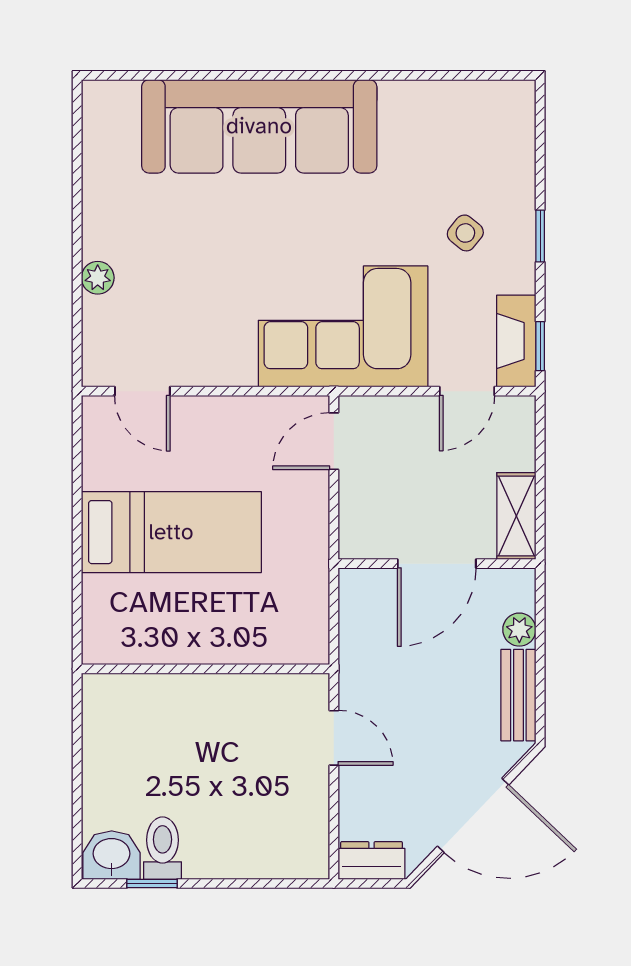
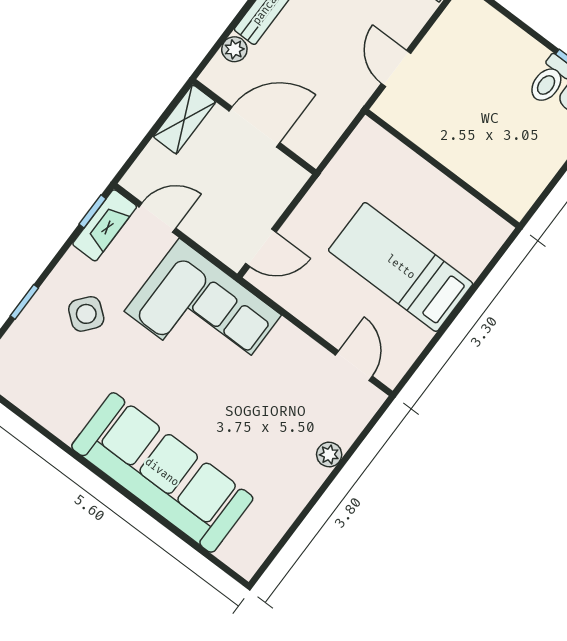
side table: (465, 233) -> (86, 314), width x1.37, depth x1.37
window: (540, 236) -> (24, 302), moved

